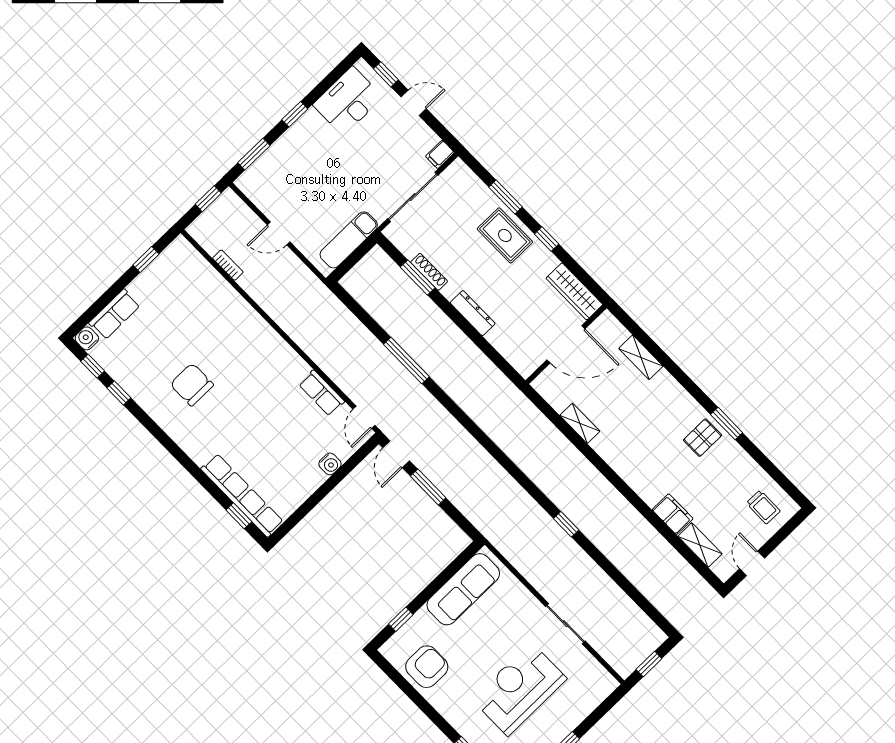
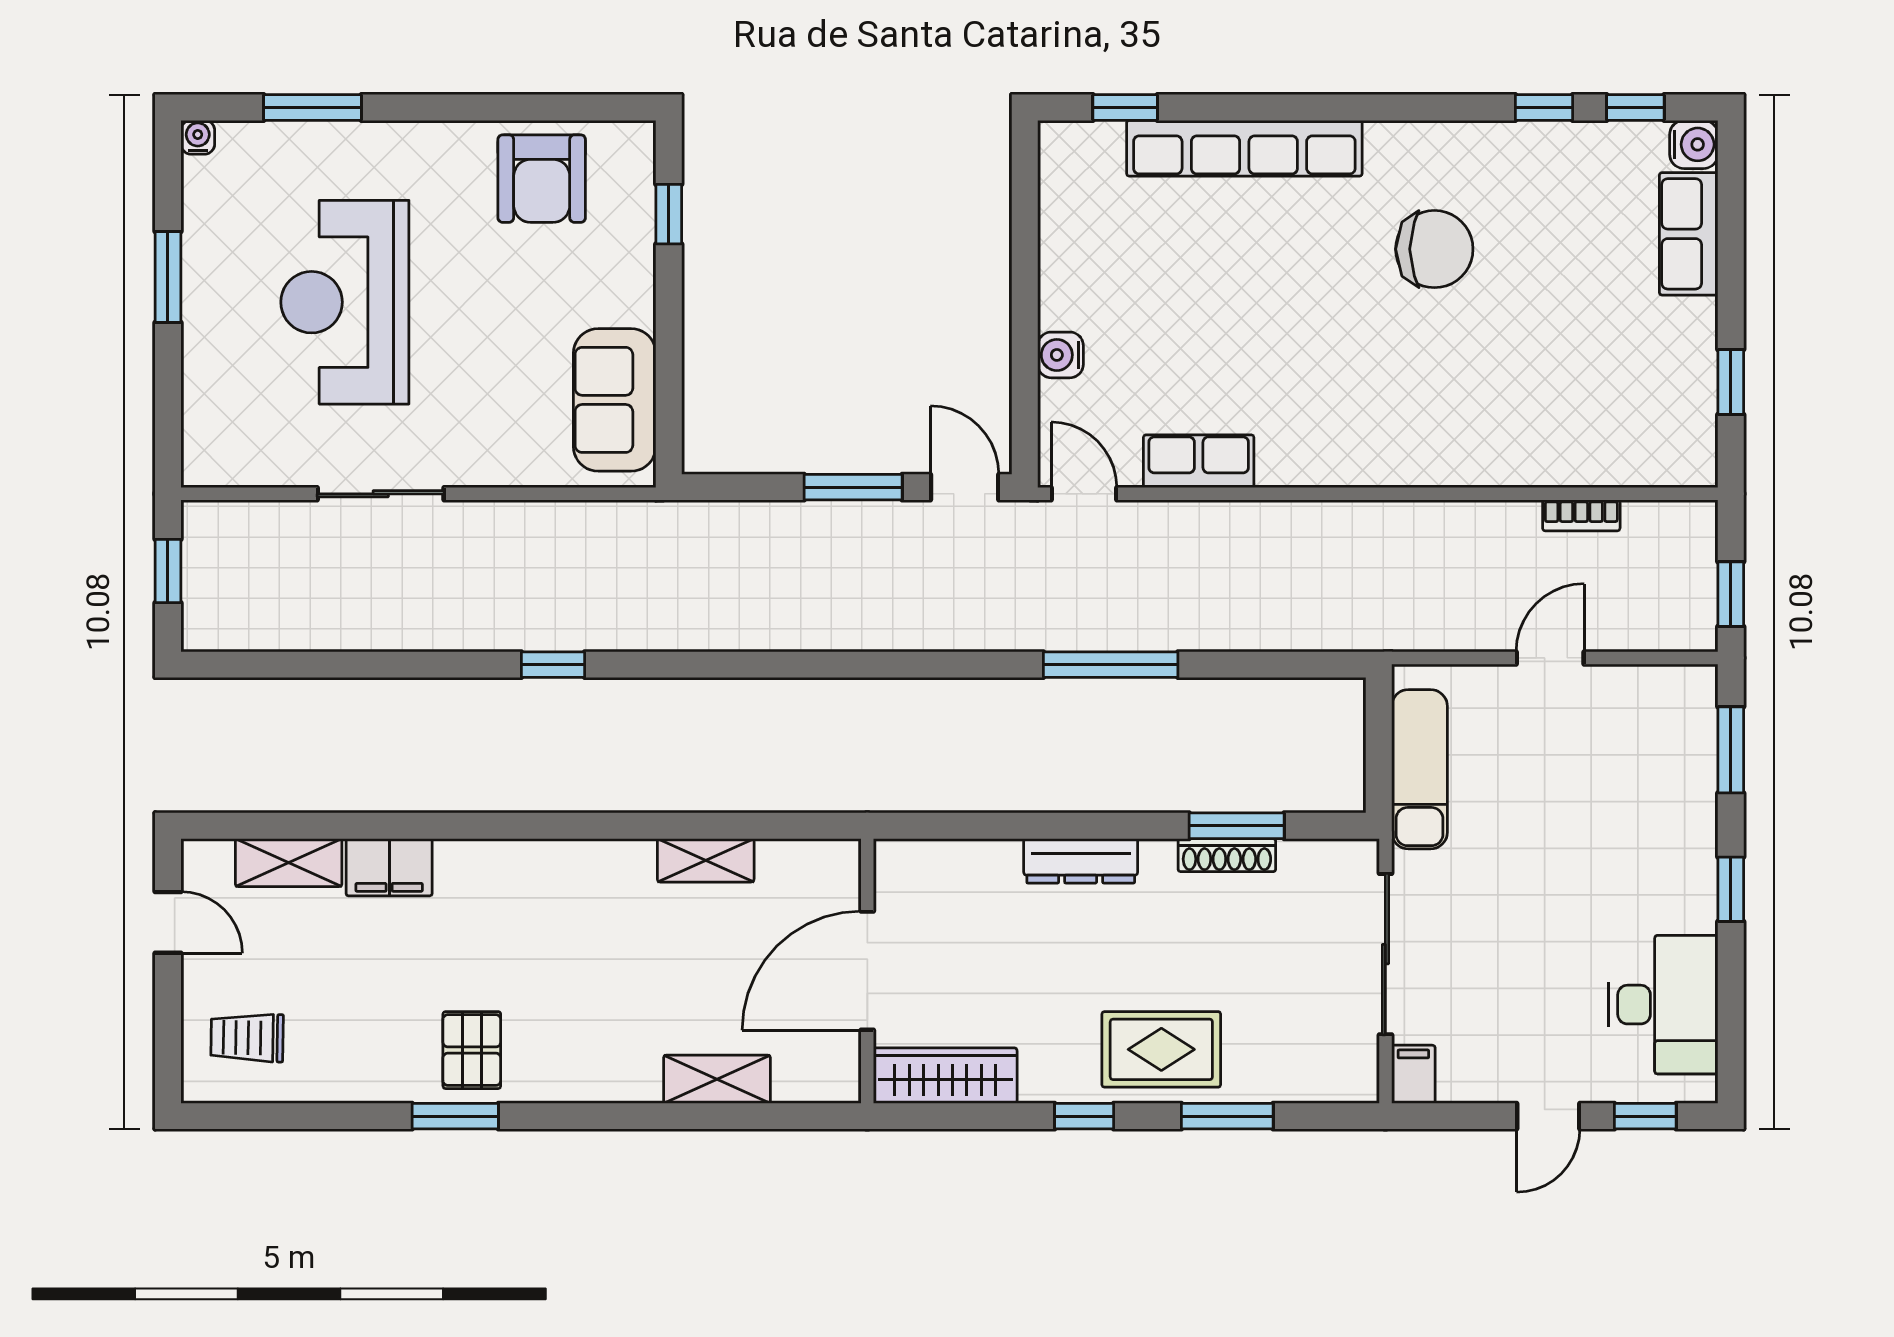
row of seats: (242, 495) -> (1244, 148), moved
sofa: (463, 589) -> (615, 400), width x0.73
reception desk: (519, 689) -> (345, 302), turned 180

